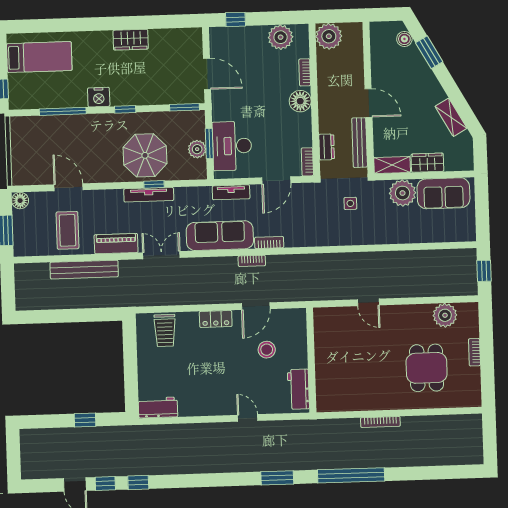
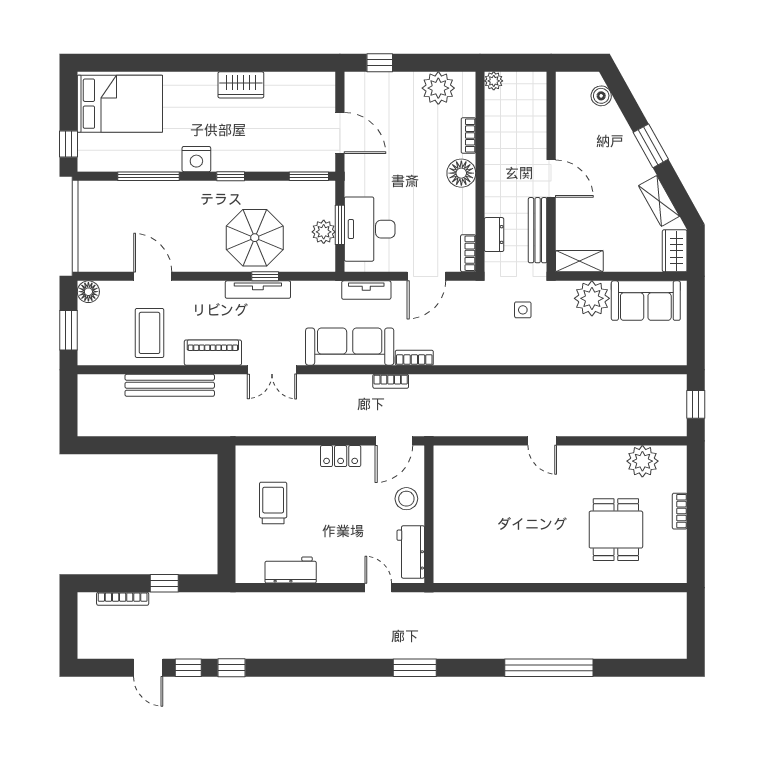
plant: (329, 36) -> (494, 81), width x0.53, depth x0.53
window: (429, 52) -> (651, 146), moved
bed: (39, 57) -> (120, 104), width x1.50
wardrobe: (427, 163) -> (675, 251), moved, turned -90
double door: (161, 255) -> (272, 370), swing flipped
trolley: (165, 330) -> (273, 503), moved, turned 180
wall: (311, 360) -> (429, 514), moved
workbench: (298, 389) -> (411, 552), moved
workbench: (158, 408) -> (291, 570), moved
bookcase: (380, 422) -> (123, 599), moved
window: (351, 475) -> (549, 668), moved

